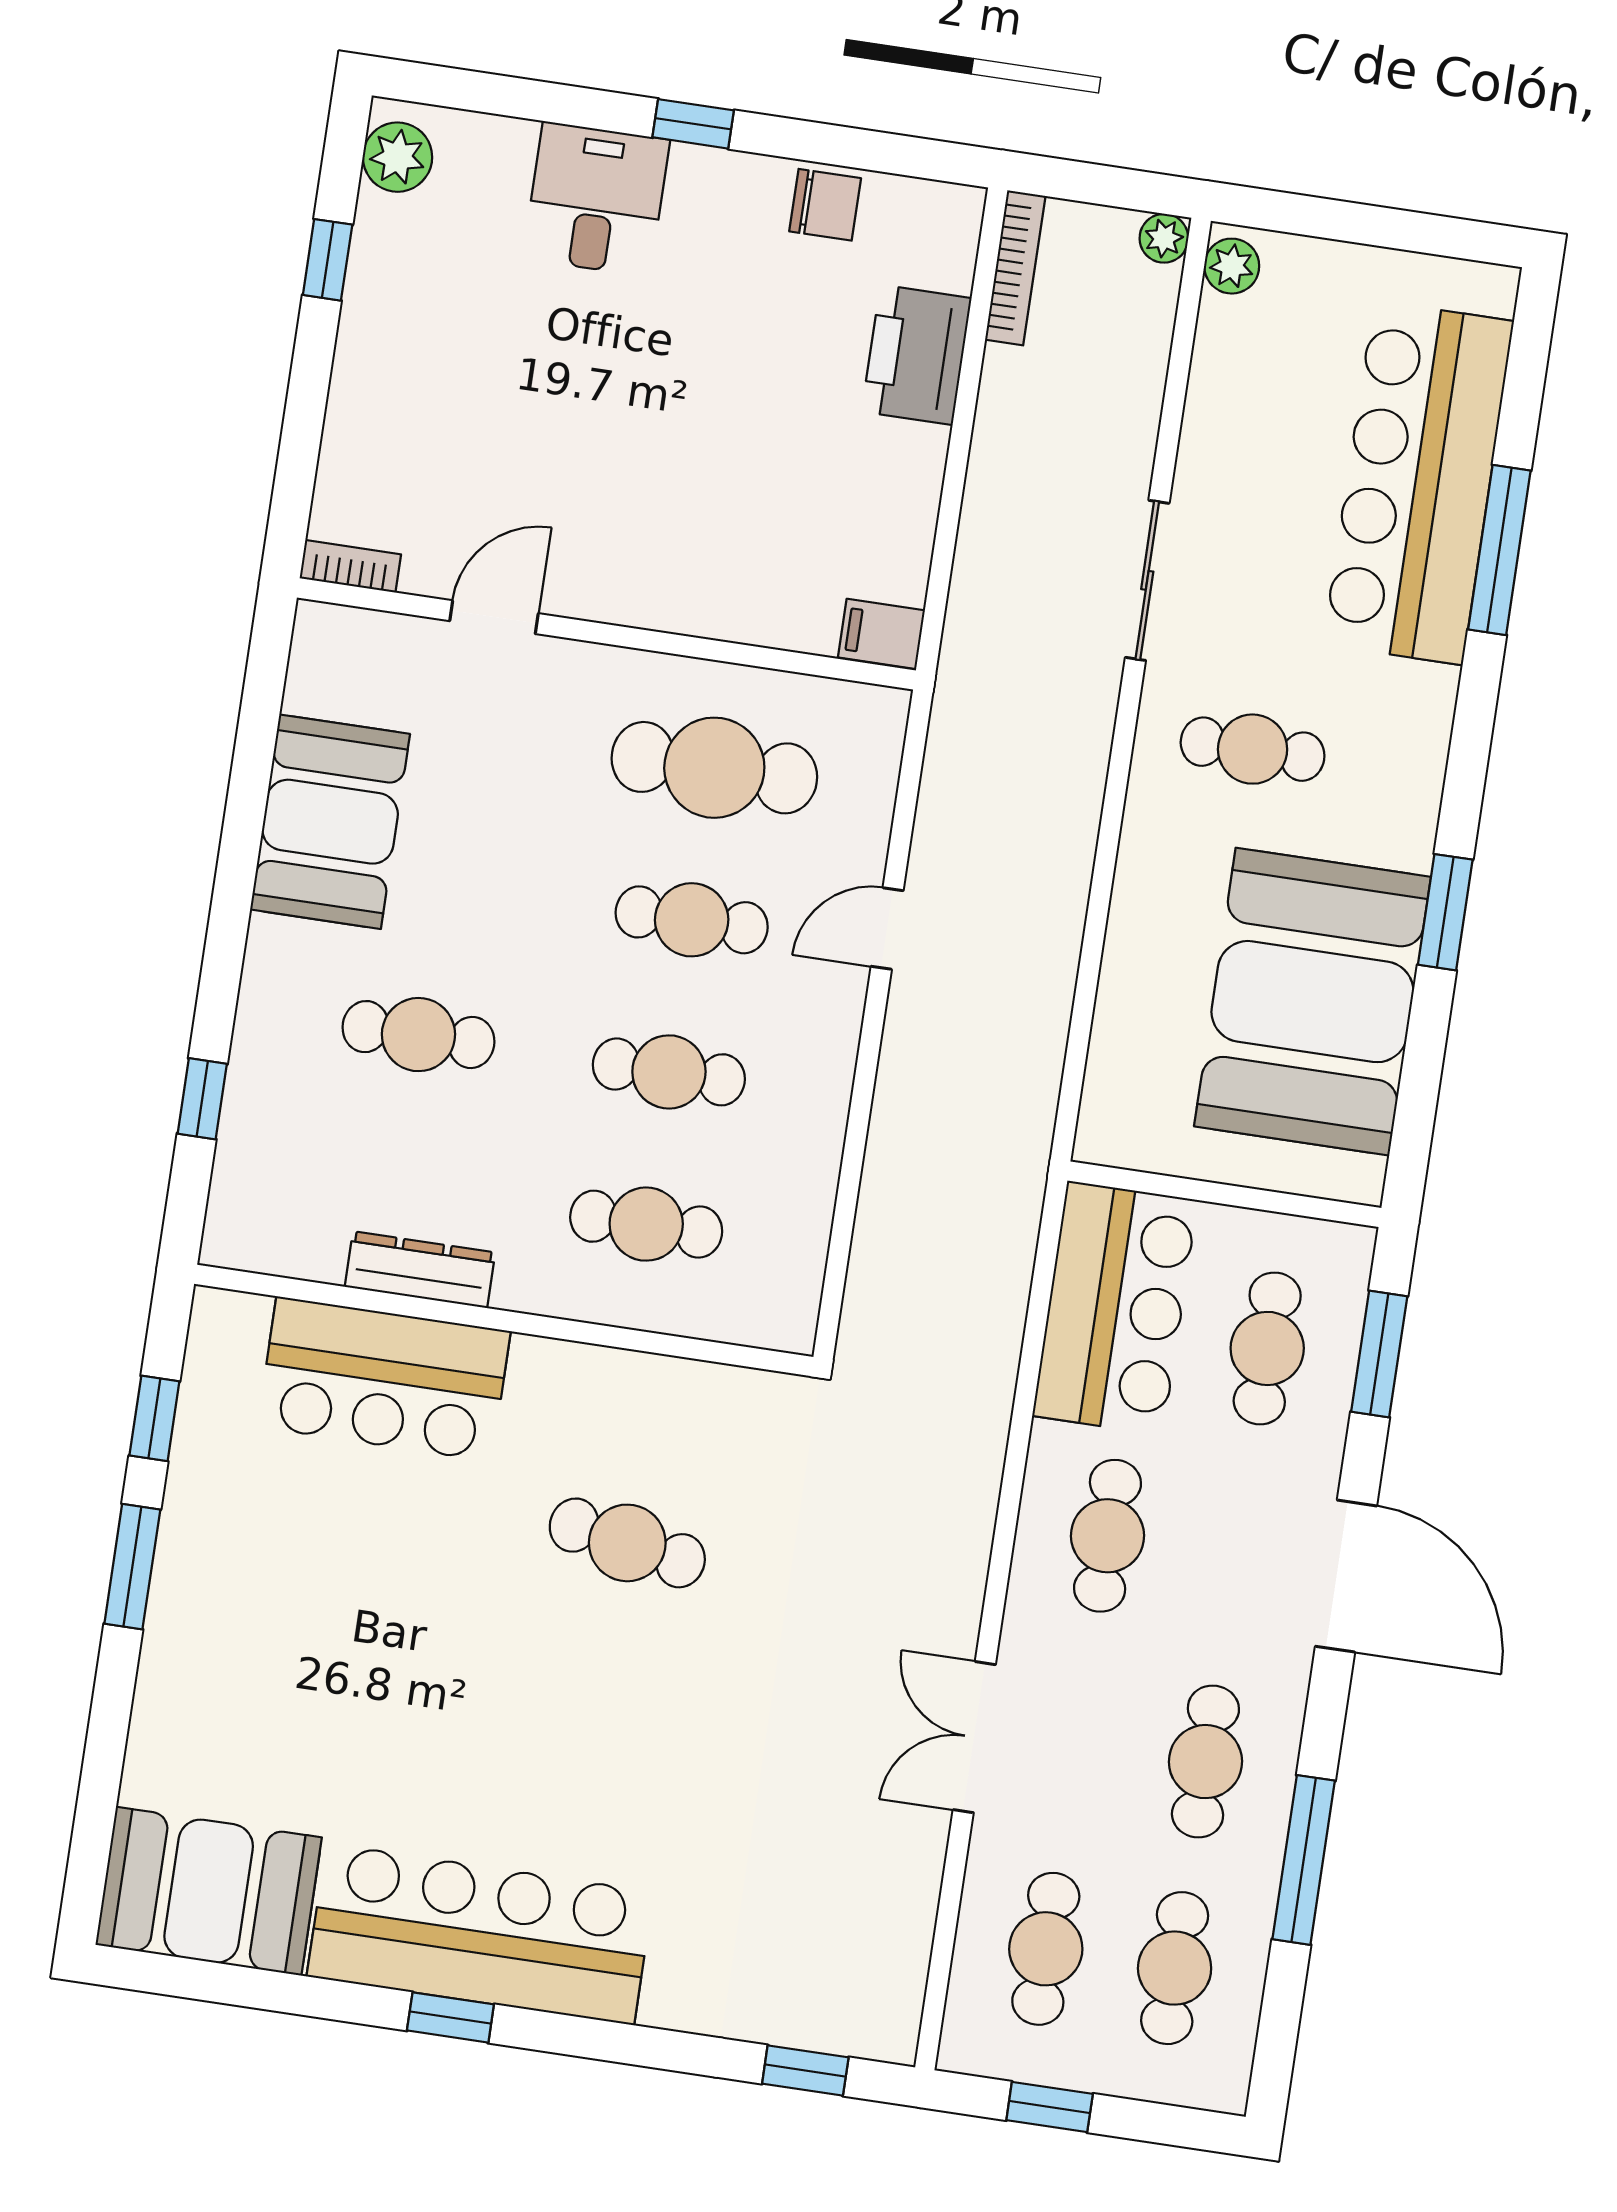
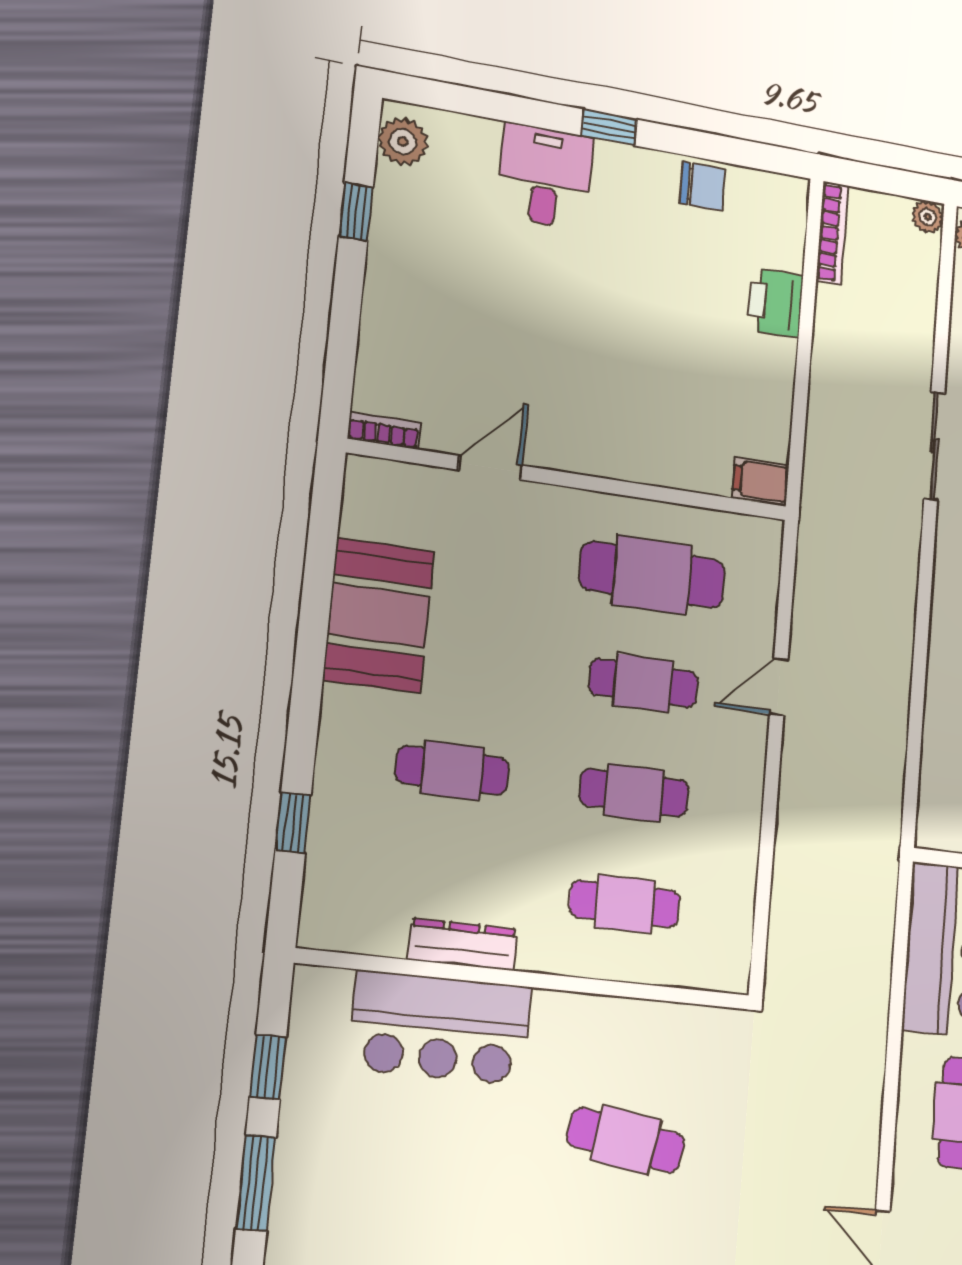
printer: (917, 355) -> (775, 303), width x0.73, depth x0.84

